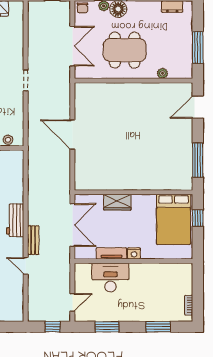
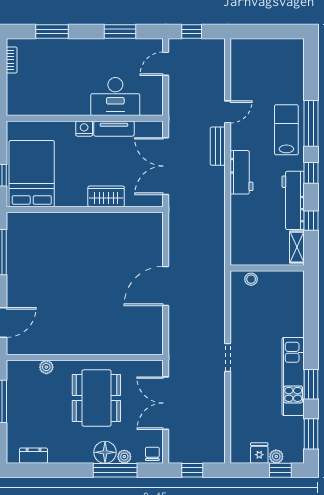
dining table: (125, 50) -> (96, 398), turned 90
door: (72, 135) -> (166, 286), swing flipped
door: (26, 266) -> (228, 112), hinge flipped

